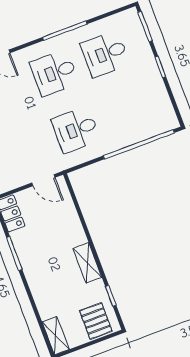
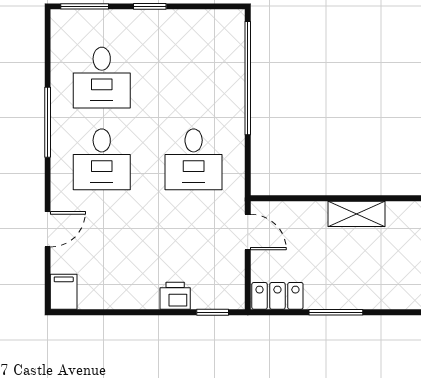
door: (43, 180) -> (248, 232), hinge flipped
shelving: (87, 263) -> (357, 214), moved

